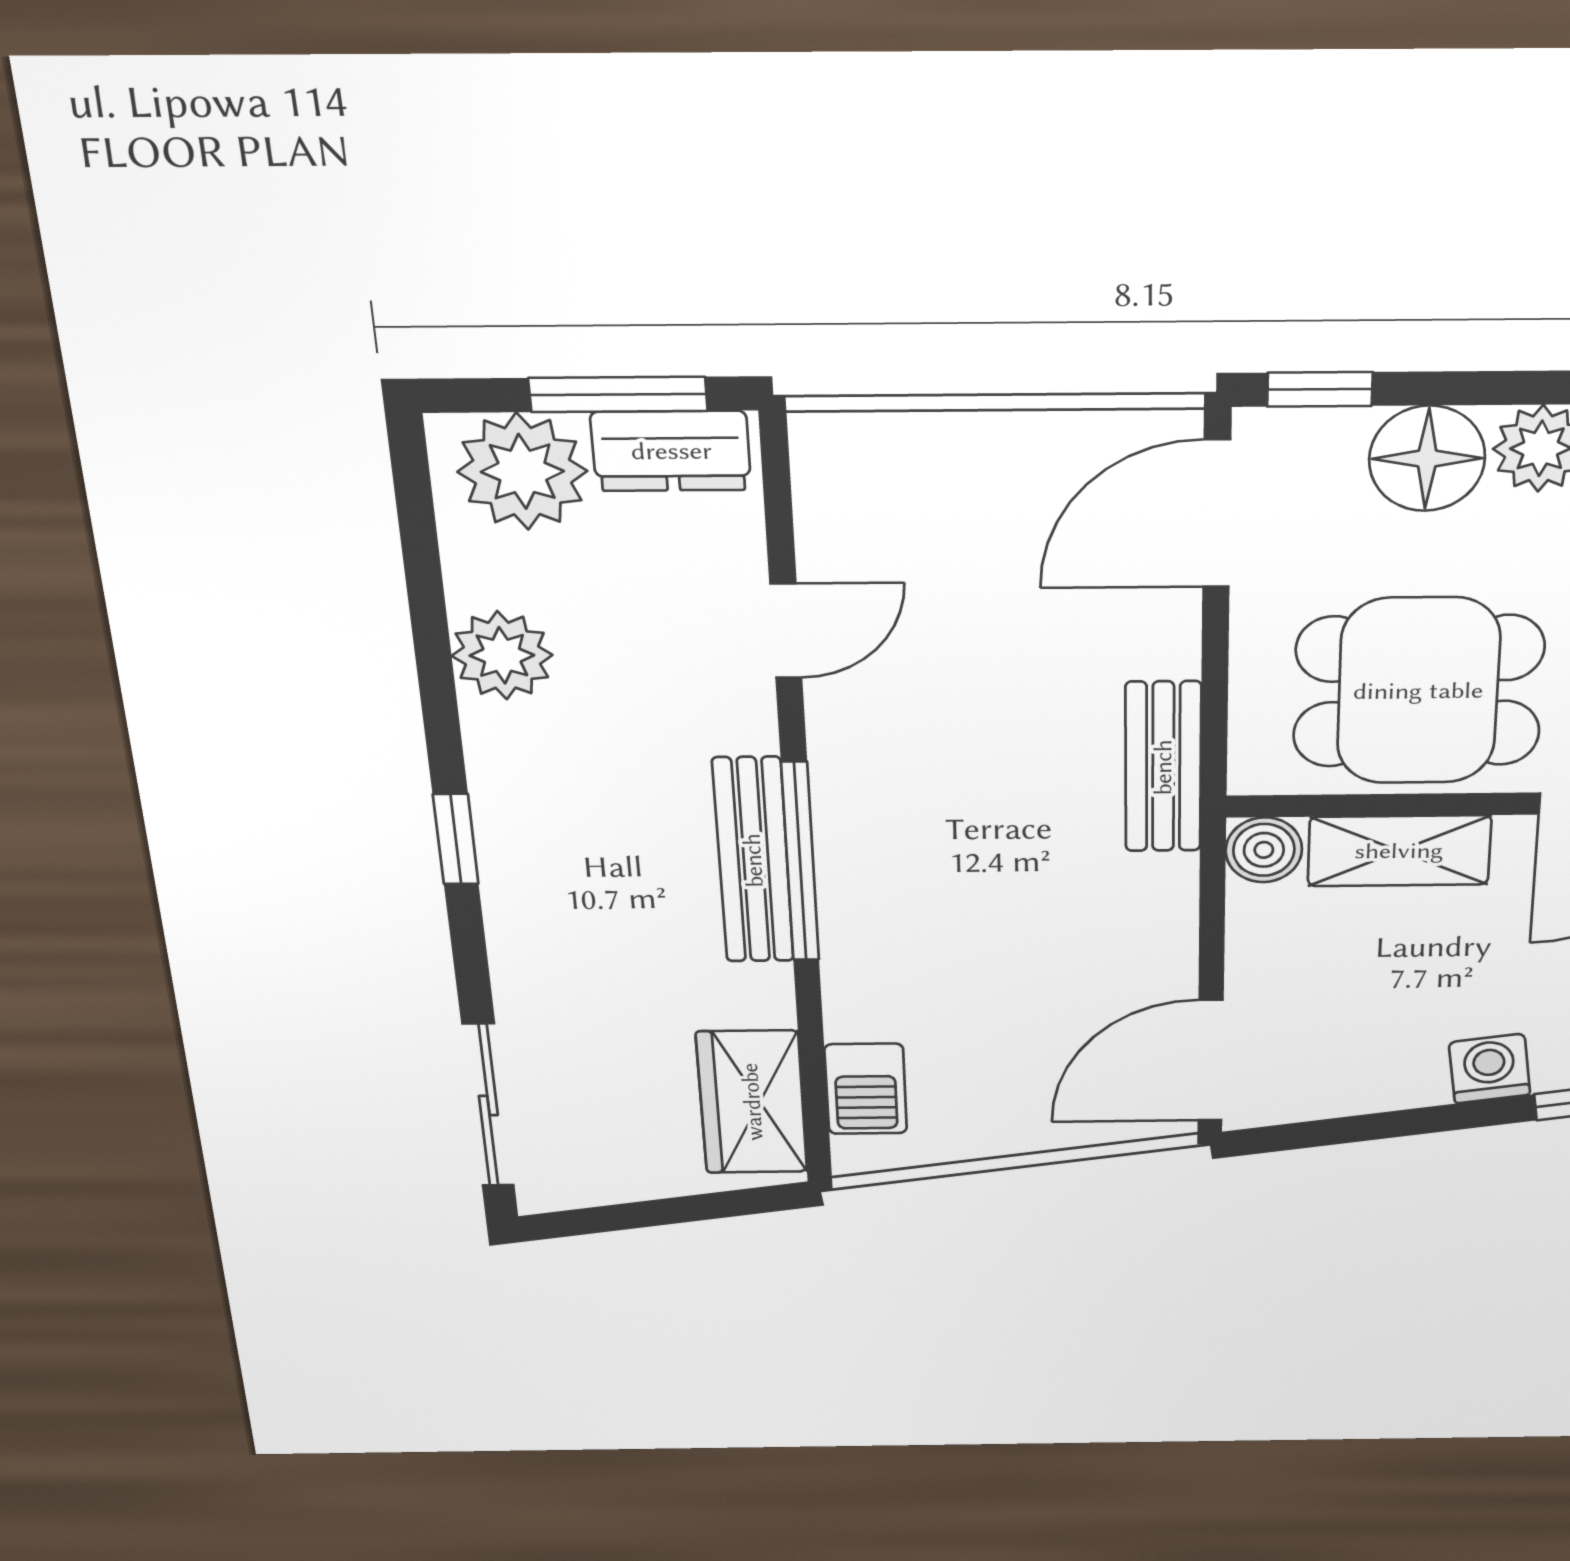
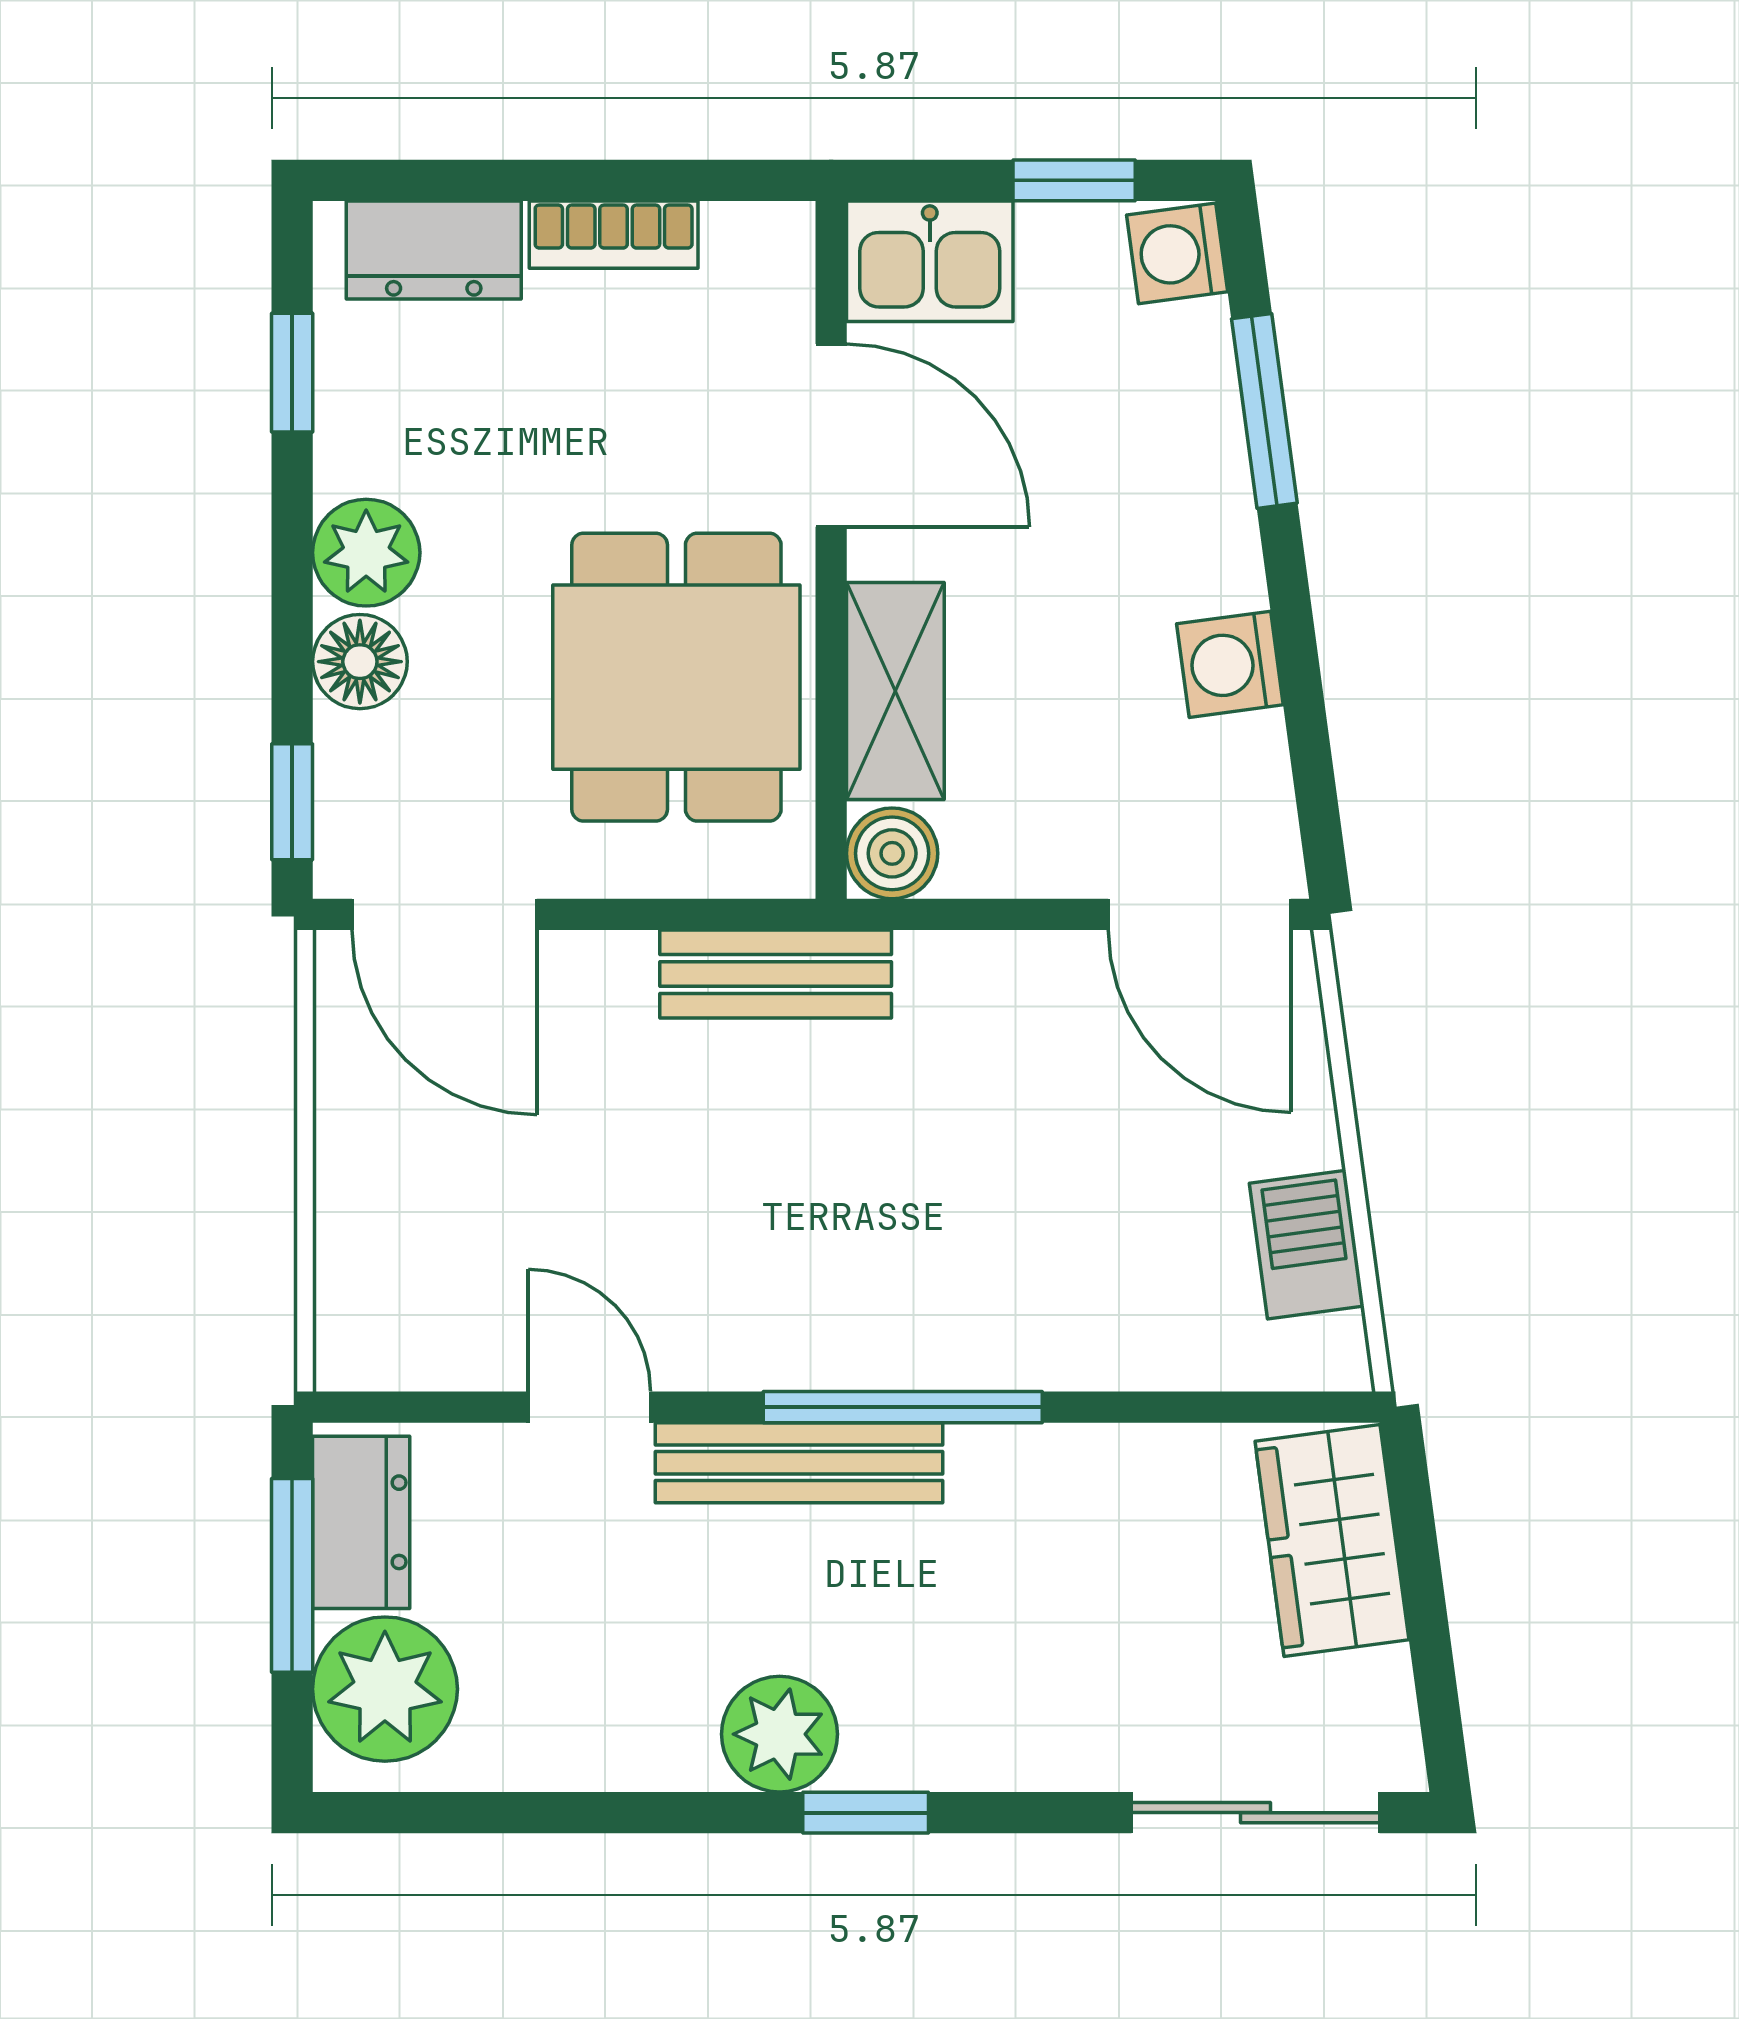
floor lamp: (1427, 459) -> (360, 662), width x0.73, depth x0.73
plant: (502, 655) -> (780, 1734), moved
bench: (753, 860) -> (799, 1463), moved
washing machine: (1490, 1069) -> (1230, 664), moved
barbecue: (866, 1089) -> (1307, 1245), moved, turned -98
wardrobe: (752, 1102) -> (1332, 1541), moved, turned 82

